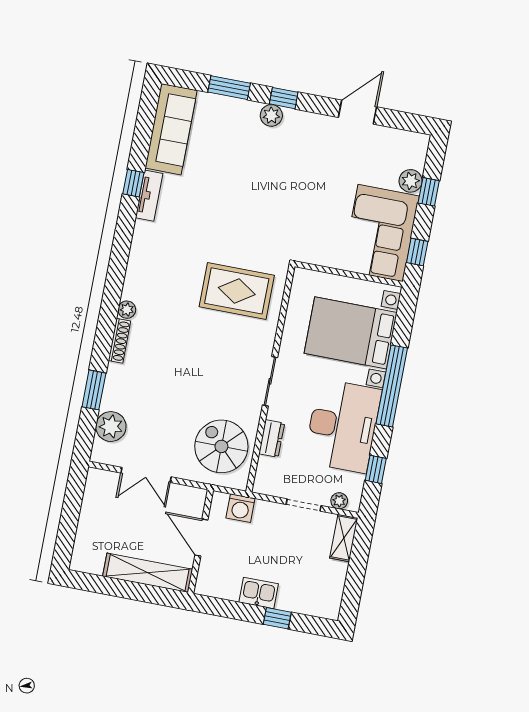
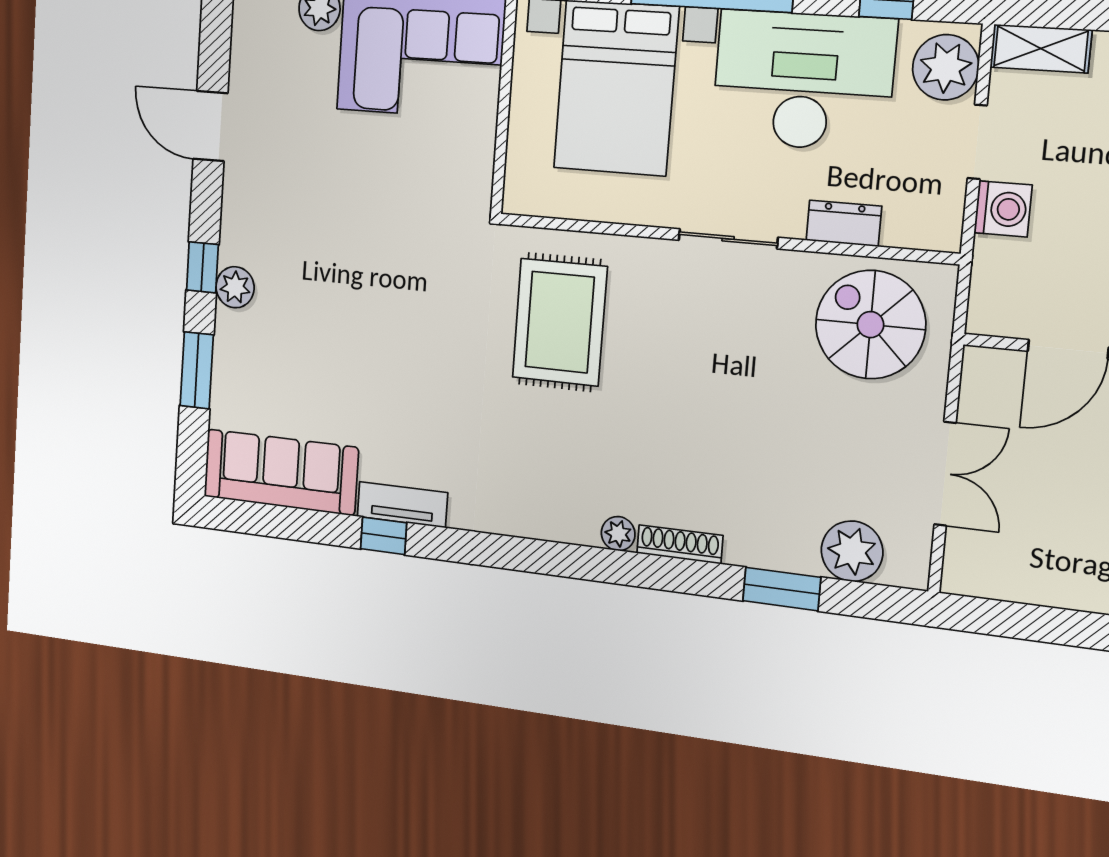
spiral stairs: (221, 446) -> (870, 325), turned 90
plant: (339, 501) -> (946, 67), width x1.88, depth x1.88
washing machine: (240, 508) -> (1003, 209), moved

